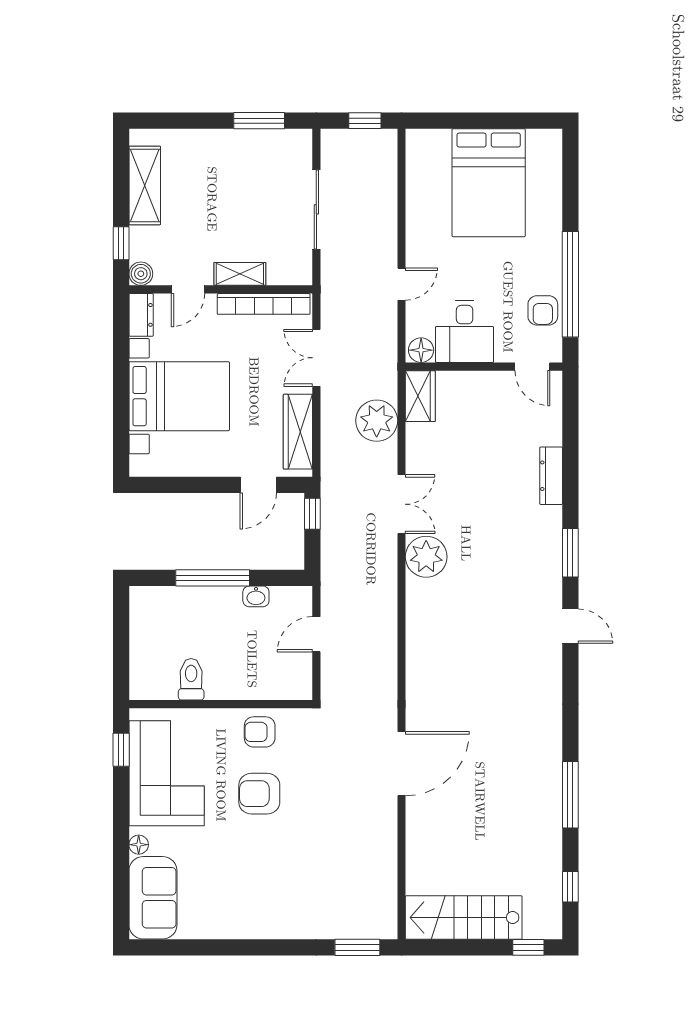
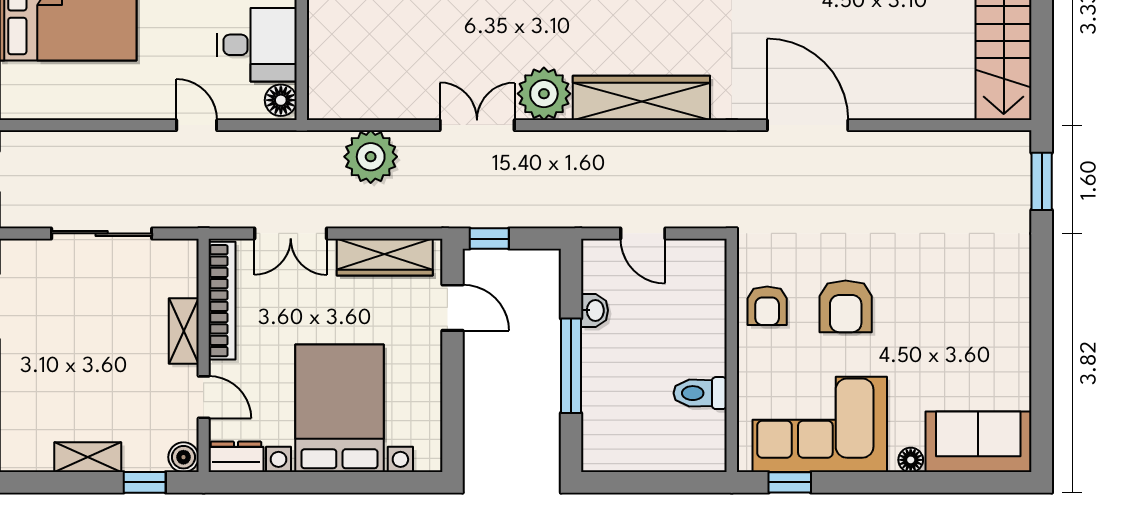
shelving: (145, 185) -> (88, 457), width x0.67, depth x0.75
wardrobe: (420, 396) -> (641, 98), moved, width x2.10, depth x1.17

